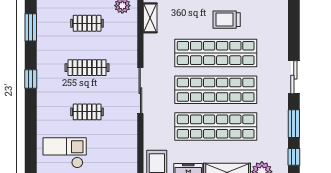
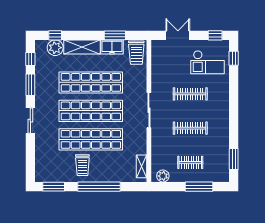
trolley: (227, 20) -> (82, 165), turned 90
window: (31, 79) -> (234, 58), moved
clothes rail: (87, 112) -> (190, 94), width x1.36

